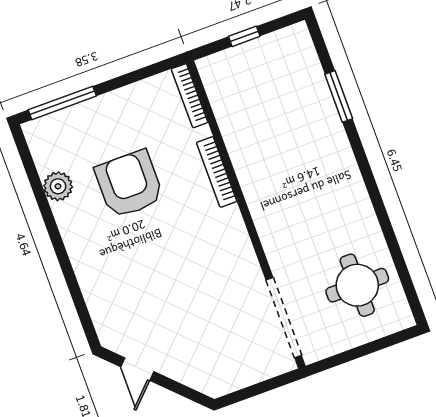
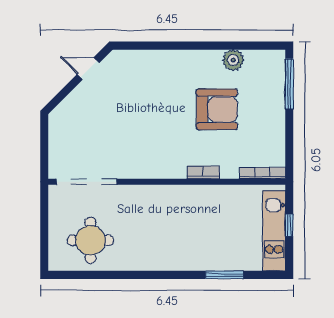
kitchen unit: (259, 53) -> (274, 231), added
bookcase: (217, 172) -> (203, 172), width x0.64

